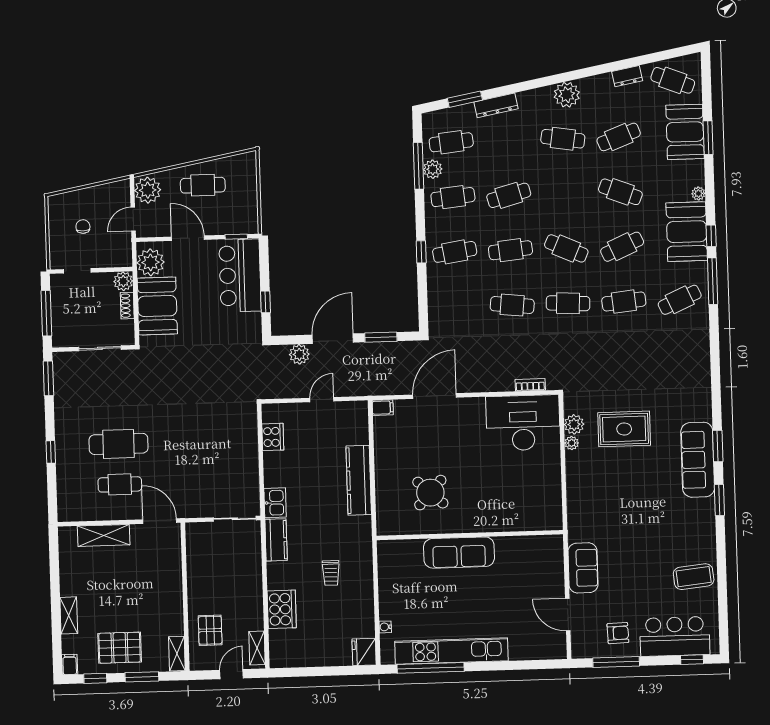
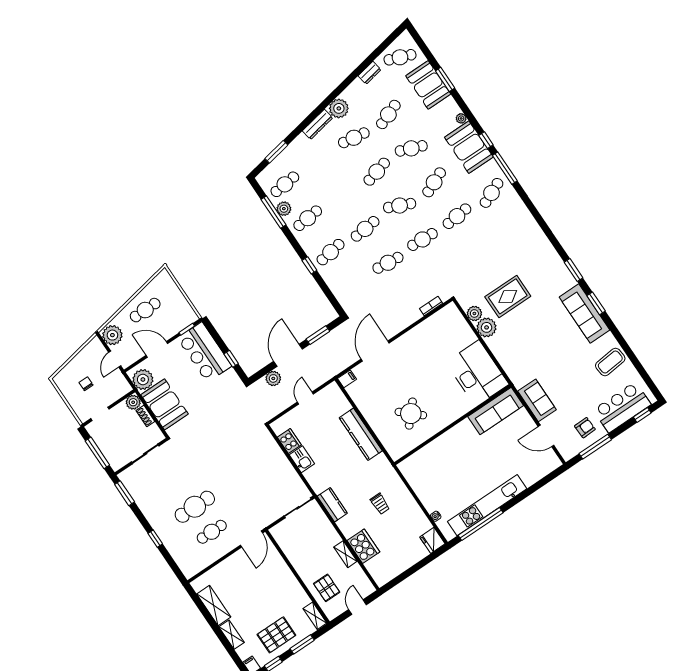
dresser: (496, 105) -> (318, 124), moved
cafe table: (509, 195) -> (377, 172), moved
desk: (523, 423) -> (477, 373), moved, turned 90
plant: (572, 443) -> (487, 327), width x1.87, depth x1.87
sofa: (698, 460) -> (585, 314), moved
kitchen sink: (275, 503) -> (302, 459), moved
door: (160, 521) -> (251, 539), swing flipped
shelving: (104, 535) -> (214, 606), moved, turned 90
sofa: (459, 553) -> (496, 411), moved
shelving: (257, 648) -> (345, 554), moved

